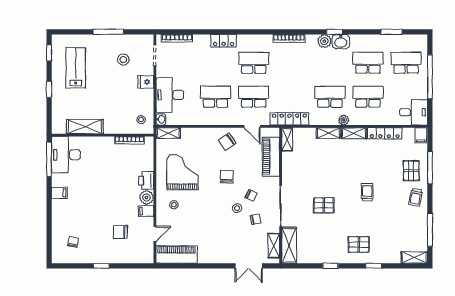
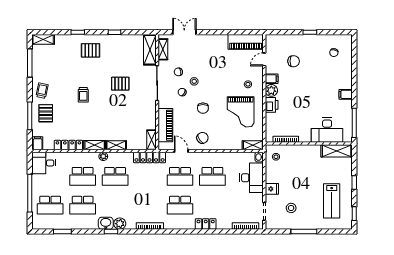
shelving: (85, 127) -> (337, 151), moved
desk: (66, 155) -> (327, 130), moved, turned 90

